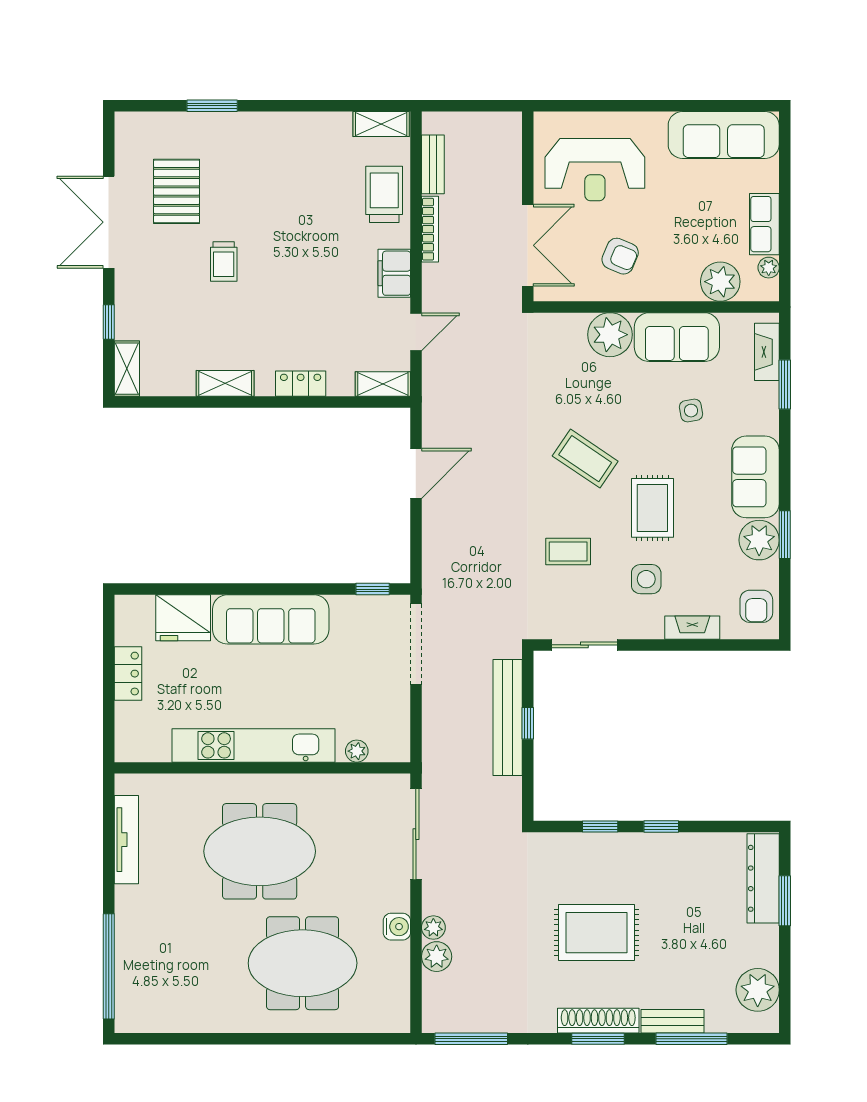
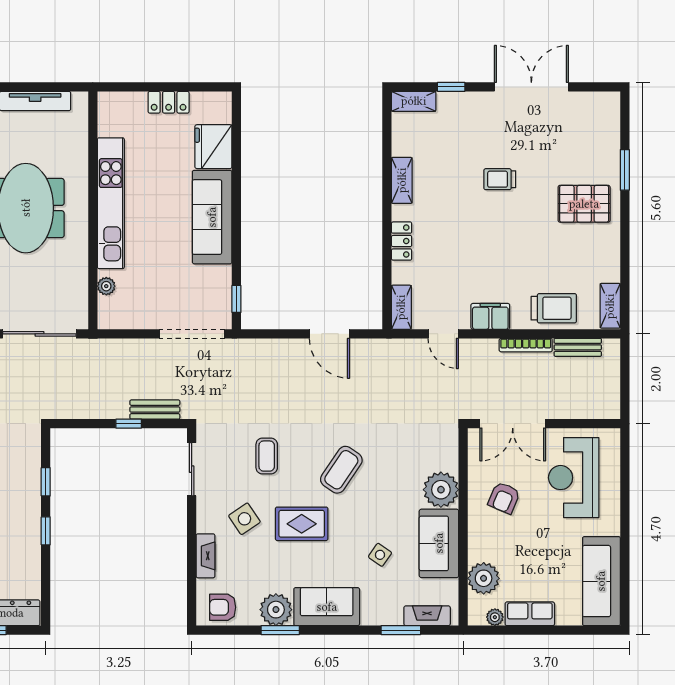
pallet: (177, 191) -> (584, 204), moved
side table: (691, 411) -> (380, 555), turned 45
side table: (646, 579) -> (244, 519), turned -34
bench: (508, 718) -> (155, 410), width x0.54, depth x0.82

